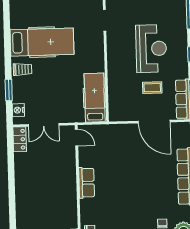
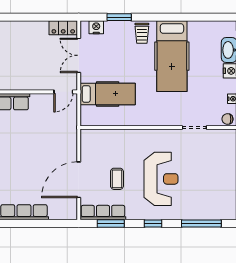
reception desk: (151, 49) -> (161, 179), turned -90
hospital bed: (95, 98) -> (108, 94), moved

